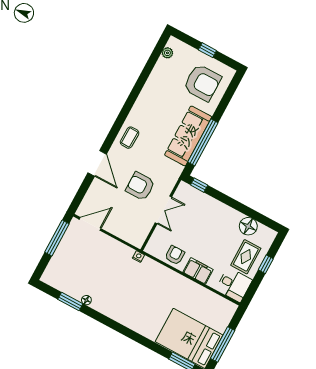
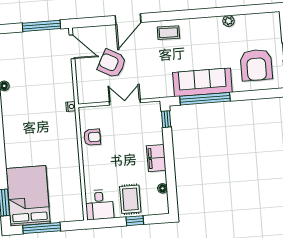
plant: (167, 53) -> (228, 21), moved
armchair: (140, 186) -> (112, 64), moved, turned -62
double door: (163, 210) -> (125, 102), swing flipped
floor lamp: (248, 226) -> (163, 188), width x0.53, depth x0.53
rug: (246, 257) -> (130, 199), turned 90
filing cabinet: (198, 271) -> (156, 158), moved, turned 180

